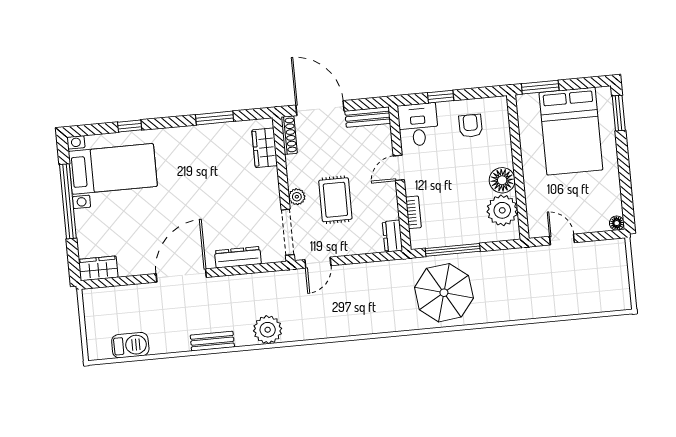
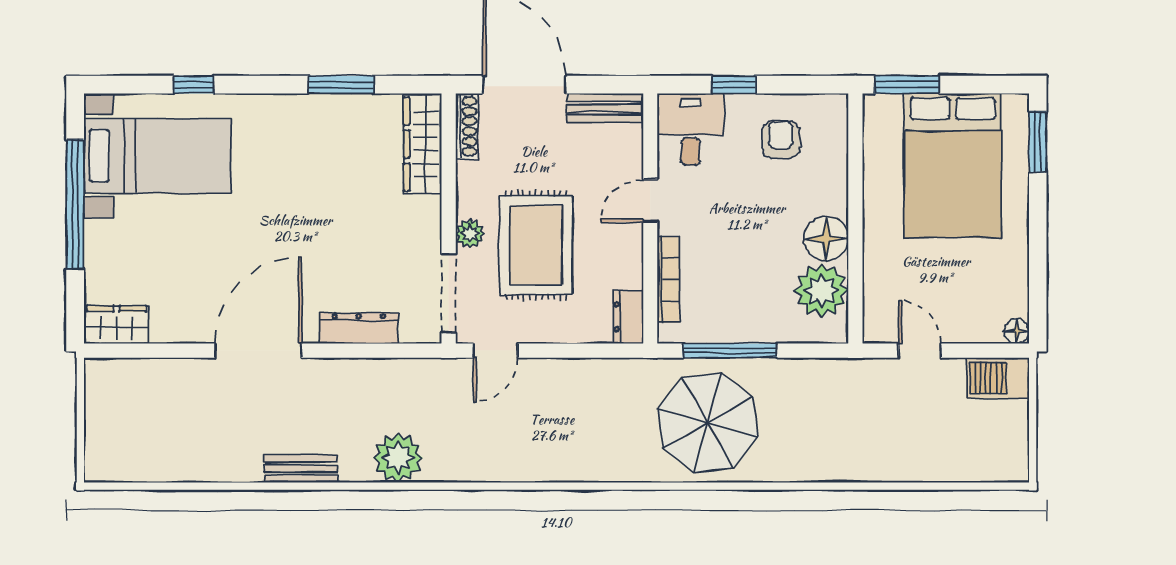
wardrobe: (265, 148) -> (423, 144), width x1.50
rug: (335, 200) -> (536, 245), width x1.36, depth x1.43
bookcase: (413, 212) -> (668, 279), width x1.56
barbecue: (130, 345) -> (998, 378), moved, turned 180

